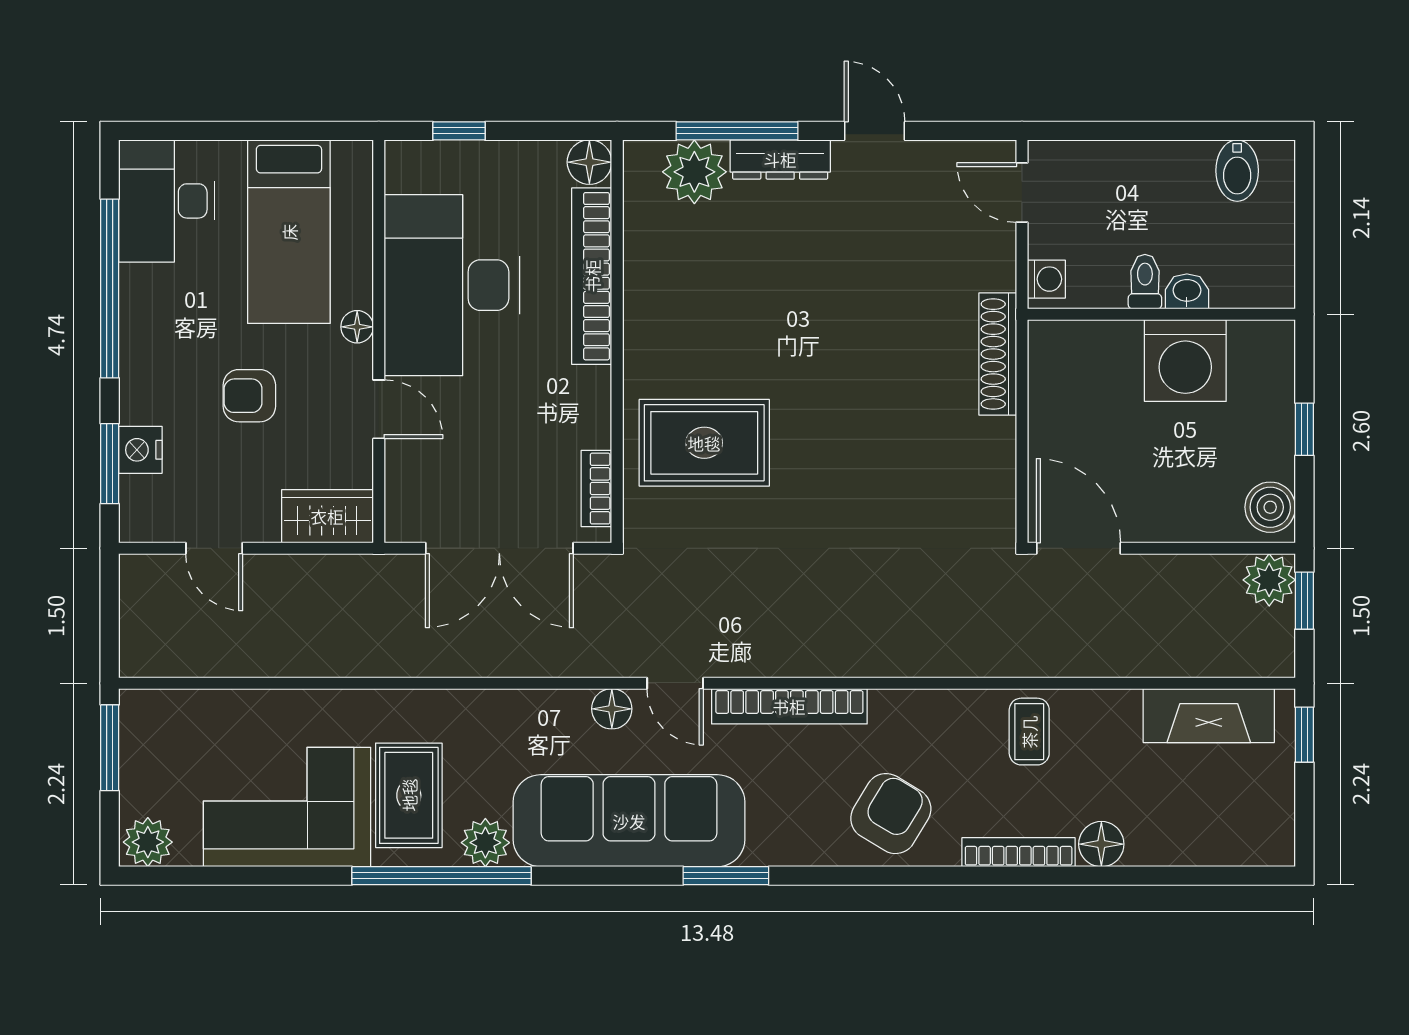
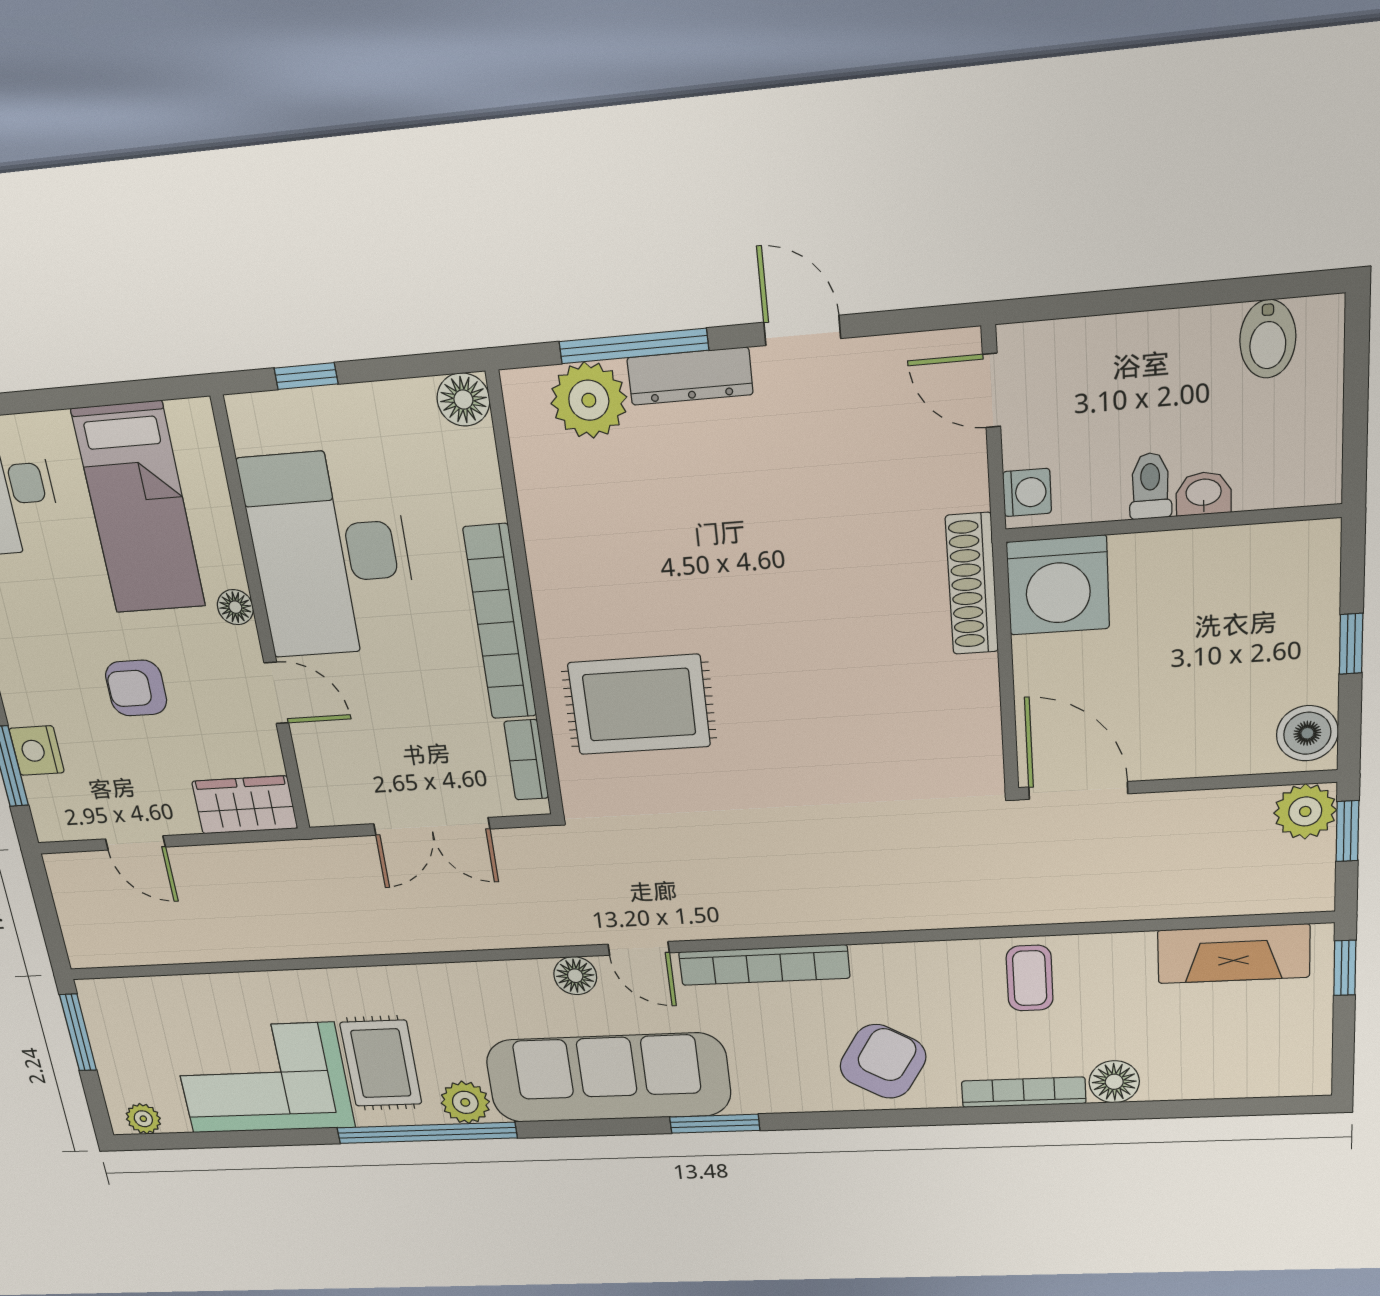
bookcase: (592, 276) -> (500, 623), moved
washing machine: (1185, 361) -> (1058, 585), moved
double door: (499, 548) -> (432, 826), width x0.73
plant: (148, 842) -> (143, 1119), width x0.73, depth x0.73

